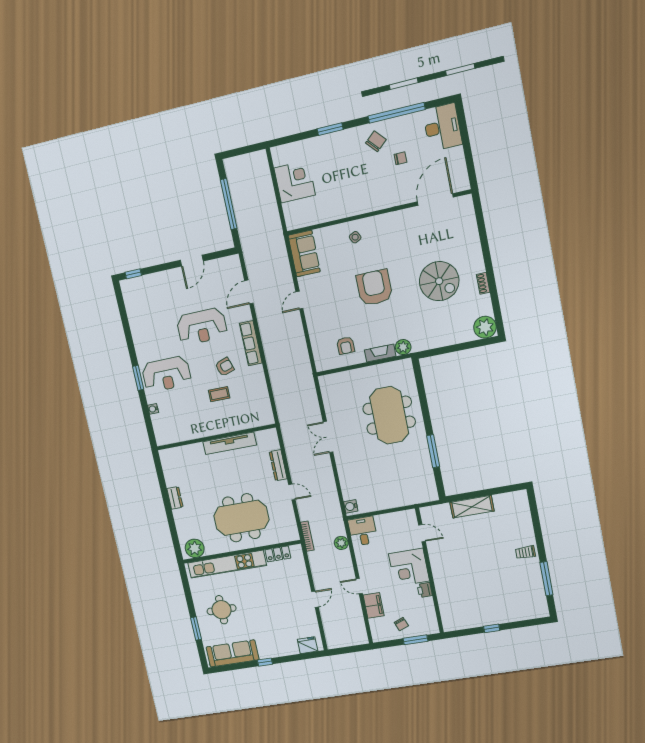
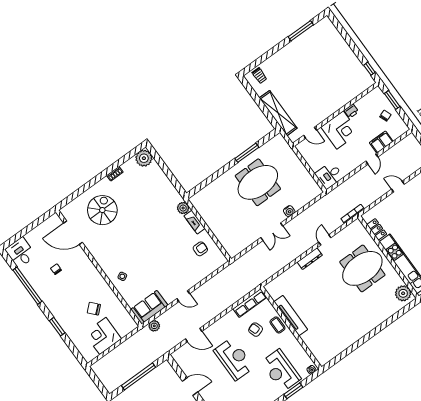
desk: (442, 127) -> (20, 253), width x0.73
chair: (376, 141) -> (94, 309), moved
spiral stairs: (439, 281) -> (102, 210), moved
armchair: (374, 288) -> (151, 247), removed
row of seats: (251, 343) -> (250, 303), moved
reception desk: (166, 374) -> (281, 371), turned 180
meeting table: (389, 415) -> (258, 182), moved
wall: (216, 437) -> (291, 328), moved
tv unit: (230, 443) -> (291, 316), moved
dresser: (175, 498) -> (371, 325), removed
water cooler: (351, 506) -> (289, 211), moved
shelving: (472, 507) -> (278, 113), width x1.47
meeting table: (241, 518) -> (362, 268), turned 90
door: (422, 533) -> (310, 133), swing flipped
plant: (341, 543) -> (154, 326), moved
trolley: (525, 552) -> (259, 76), moved
window: (492, 628) -> (369, 69), moved

